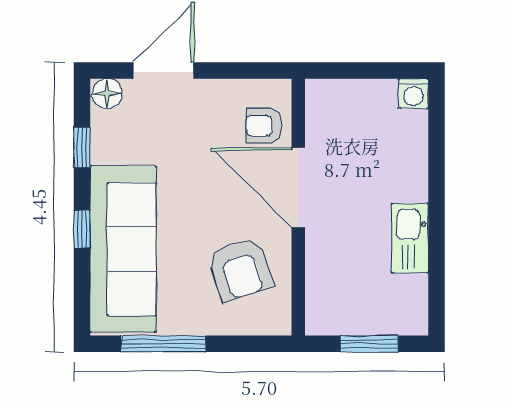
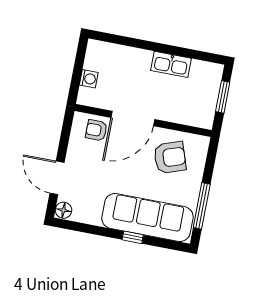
washing machine: (413, 94) -> (89, 79), moved
armchair: (264, 125) -> (96, 130), turned 90
window: (82, 147) -> (89, 229), removed

